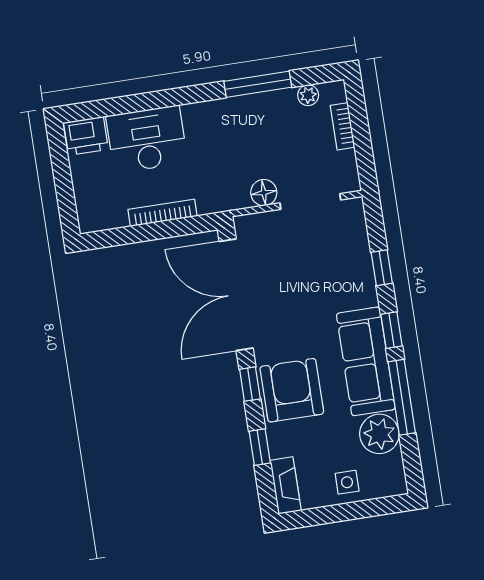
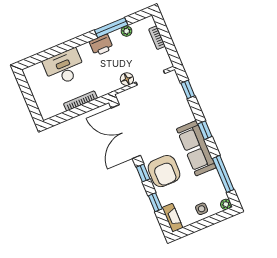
plant: (308, 95) -> (127, 31), moved
printer: (86, 136) -> (101, 45), moved
window: (382, 268) -> (188, 89), moved
armchair: (292, 390) -> (164, 171), turned 180
window: (402, 397) -> (223, 174), moved
plant: (379, 434) -> (226, 204), moved, width x0.53, depth x0.53

